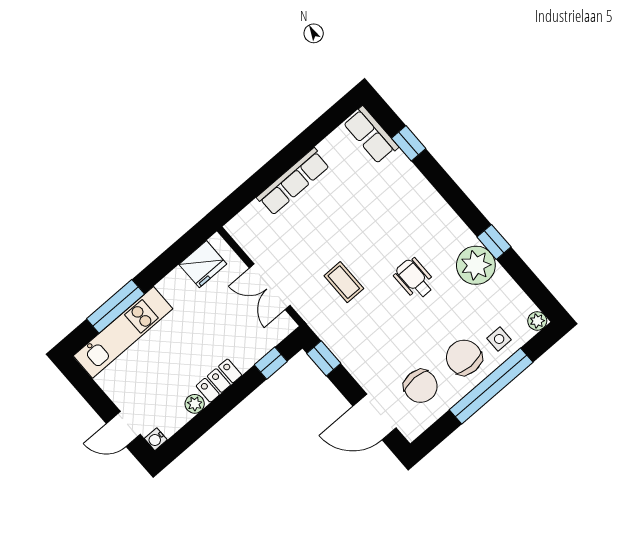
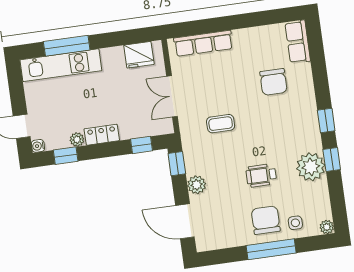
window: (409, 143) -> (326, 120), moved
row of seats: (293, 182) -> (203, 43), moved
wheelchair: (414, 279) -> (261, 175), moved, turned -90
coffee table: (344, 282) -> (221, 124), turned 90
plant: (361, 368) -> (197, 185), added
chair: (421, 386) -> (273, 82), moved
window: (491, 386) -> (271, 249), width x0.68
window: (194, 430) -> (66, 156), added

